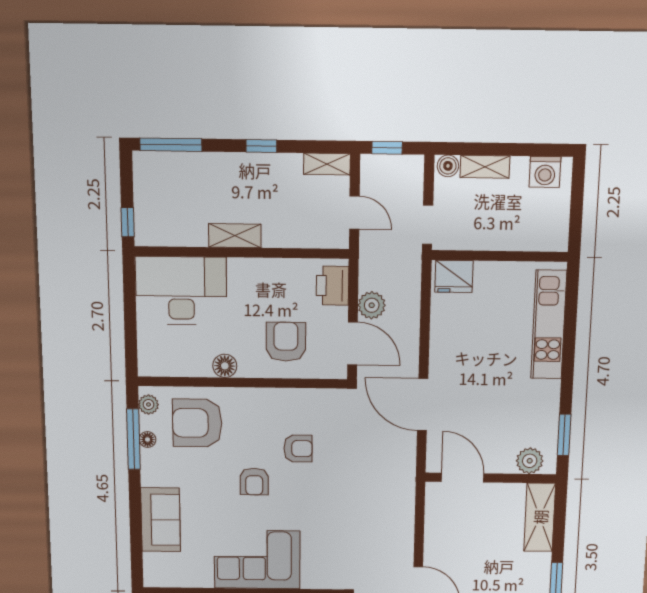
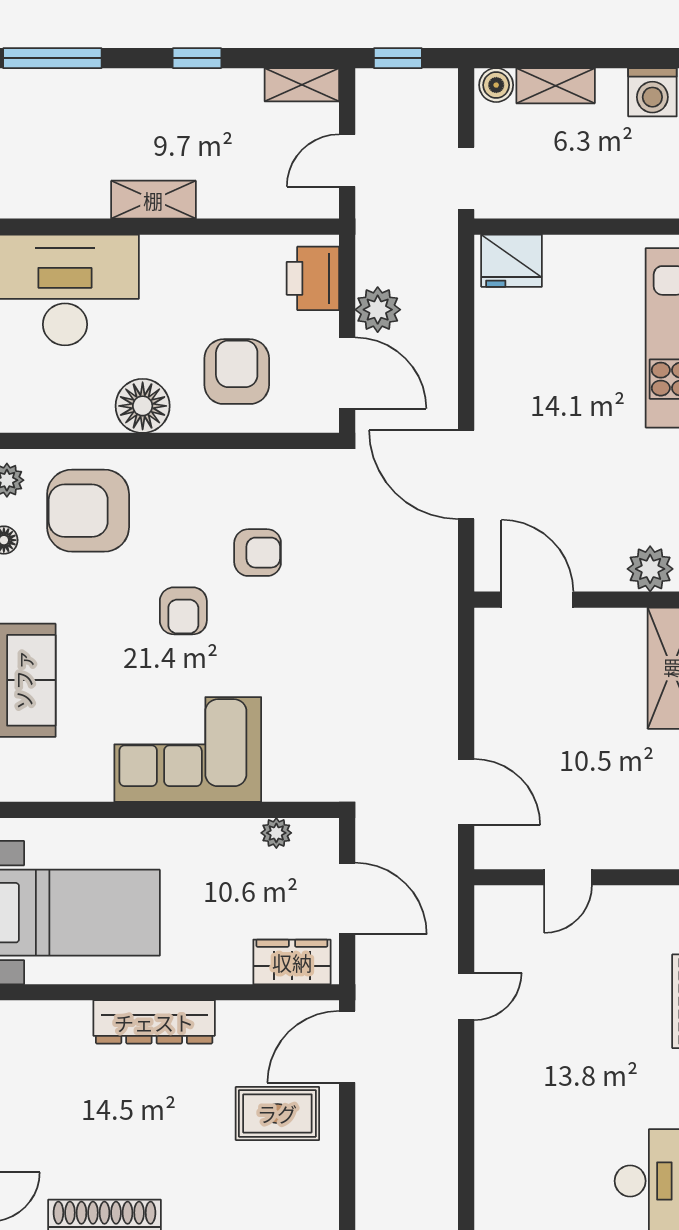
door: (354, 213) -> (347, 161), swing flipped
floor lamp: (225, 366) -> (143, 406), width x1.38, depth x1.38

